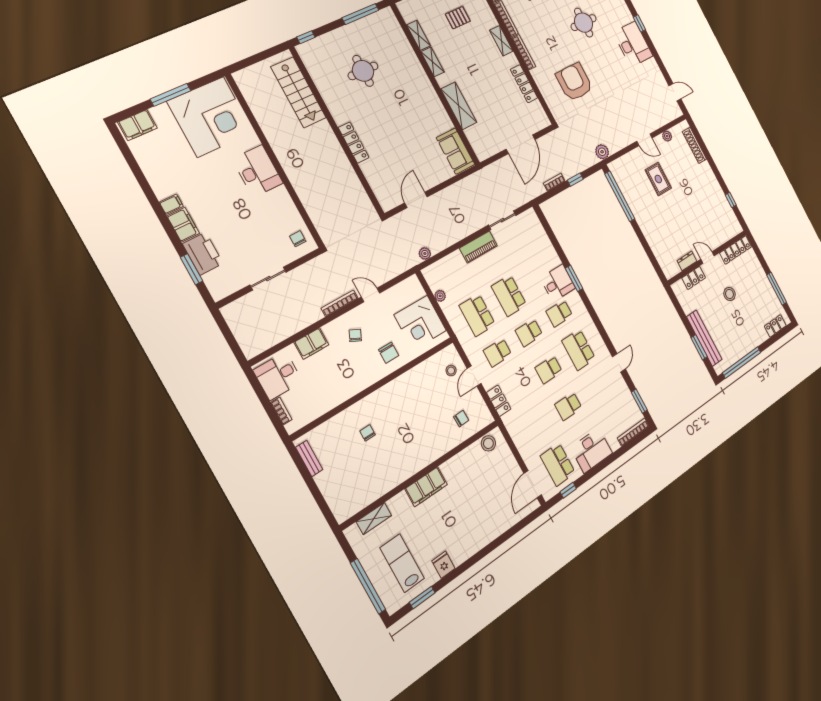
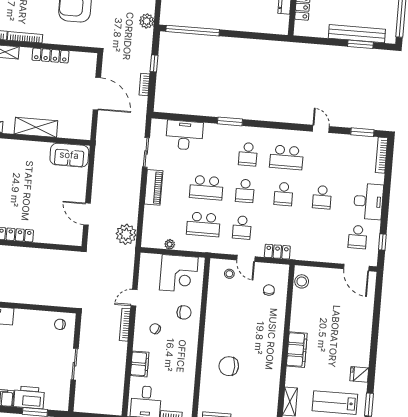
plant: (425, 254) -> (126, 234), width x1.88, depth x1.88
desk: (558, 283) -> (184, 135), moved, width x1.37
chair: (368, 433) -> (229, 366), width x1.87, depth x1.87
school desk: (558, 464) -> (358, 237), width x0.54

